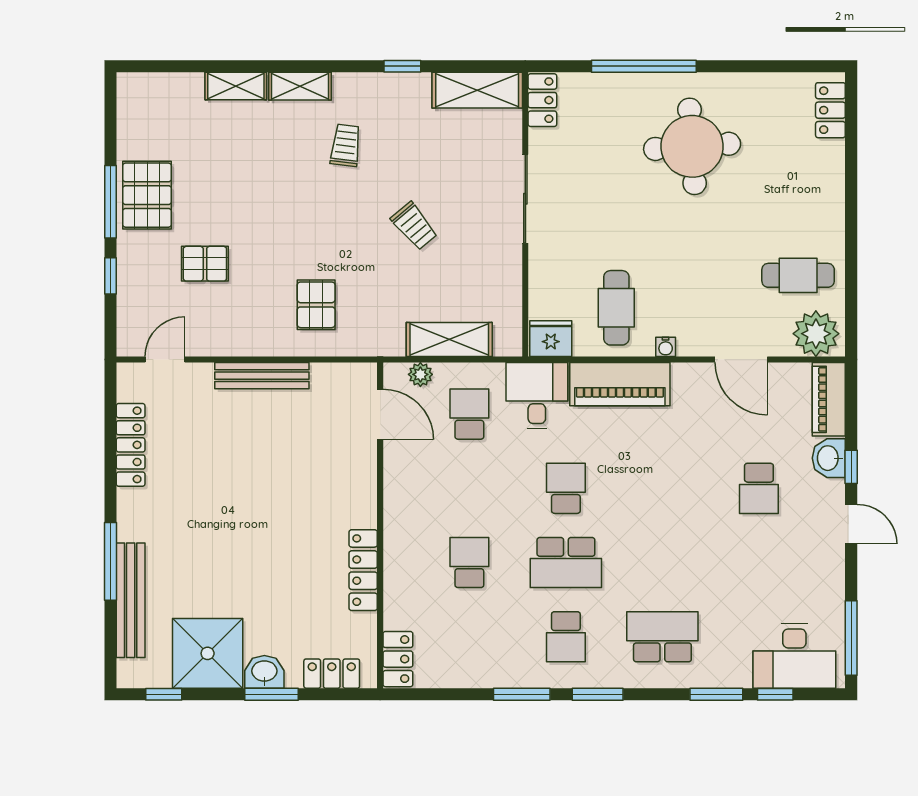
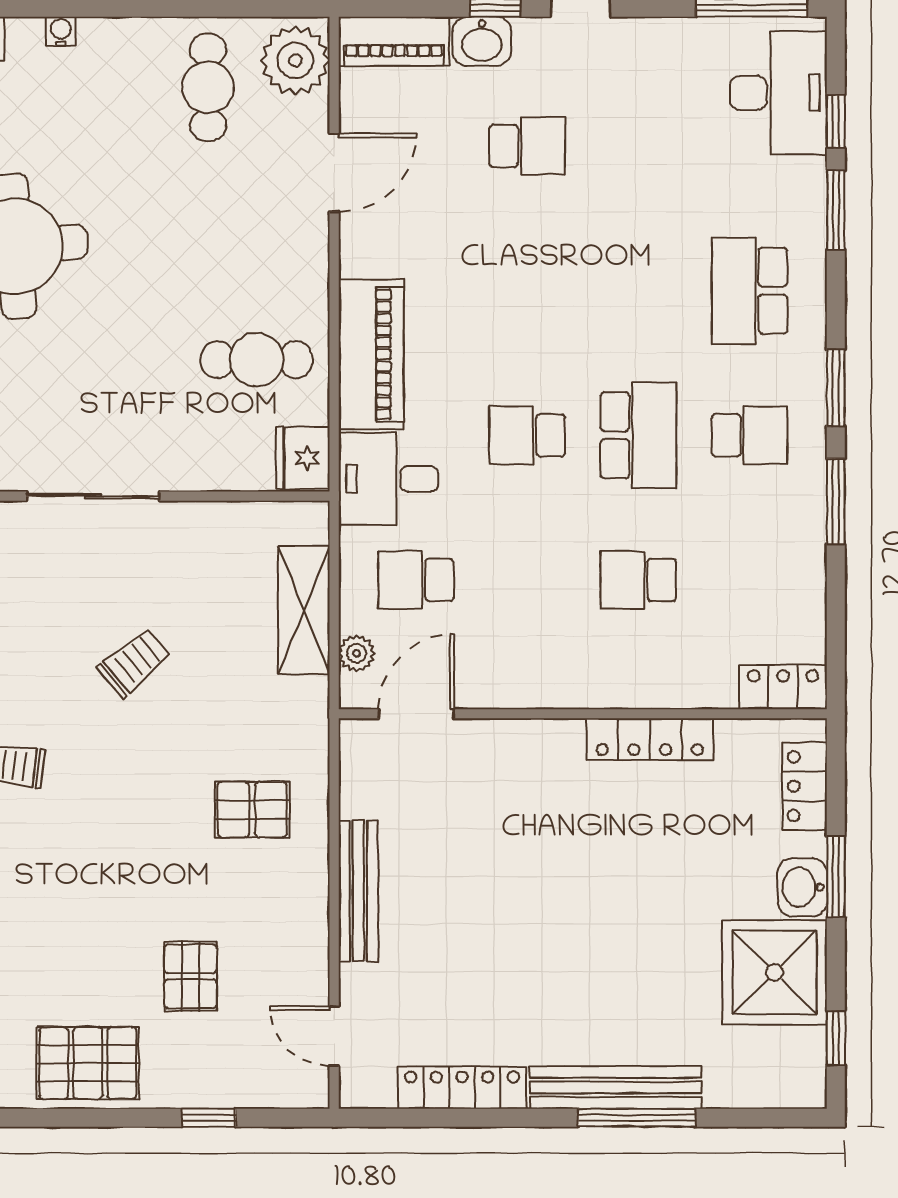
window: (111, 202) -> (98, 1118), removed
water cooler: (666, 347) -> (61, 31), moved, turned -90
bench: (131, 600) -> (616, 1088), moved

